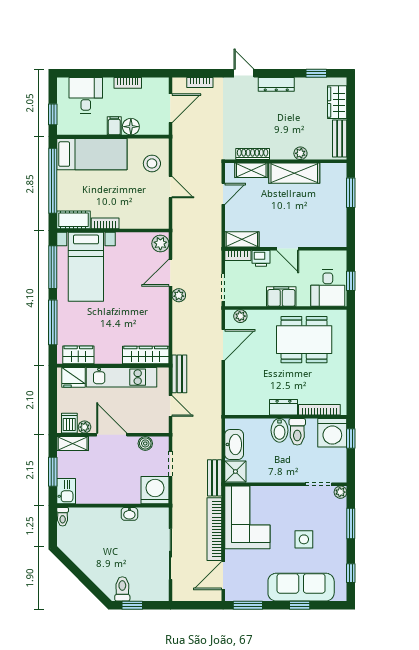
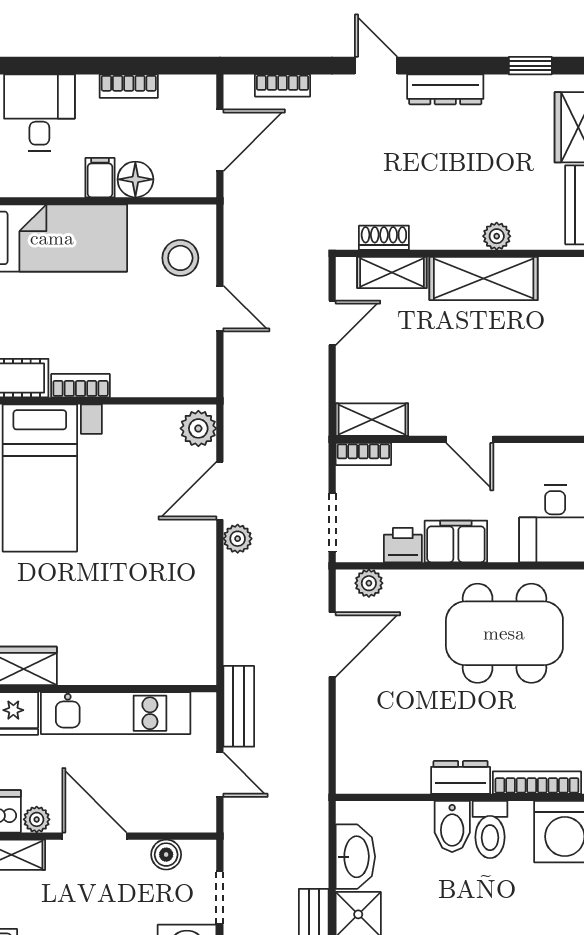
shoe rack: (253, 154) -> (384, 238), width x0.70
printer: (261, 258) -> (403, 545), moved, turned 180
wardrobe: (146, 355) -> (167, 666), removed

